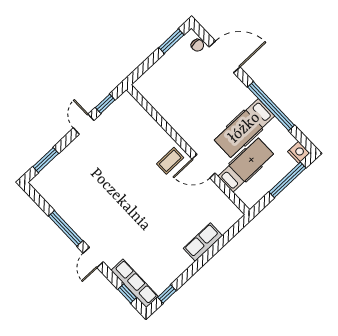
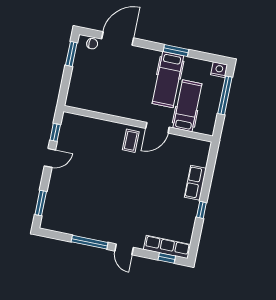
window: (271, 106) -> (176, 50), width x0.47
door: (84, 124) -> (50, 158), swing flipped
window: (167, 294) -> (201, 210), moved

